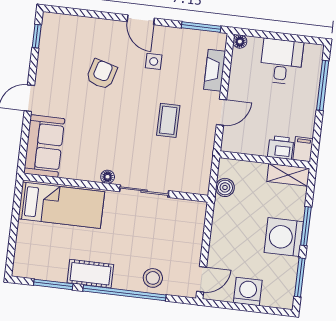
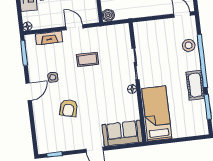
armchair: (102, 74) -> (69, 108), turned -91
boiler: (225, 187) -> (108, 15), moved

